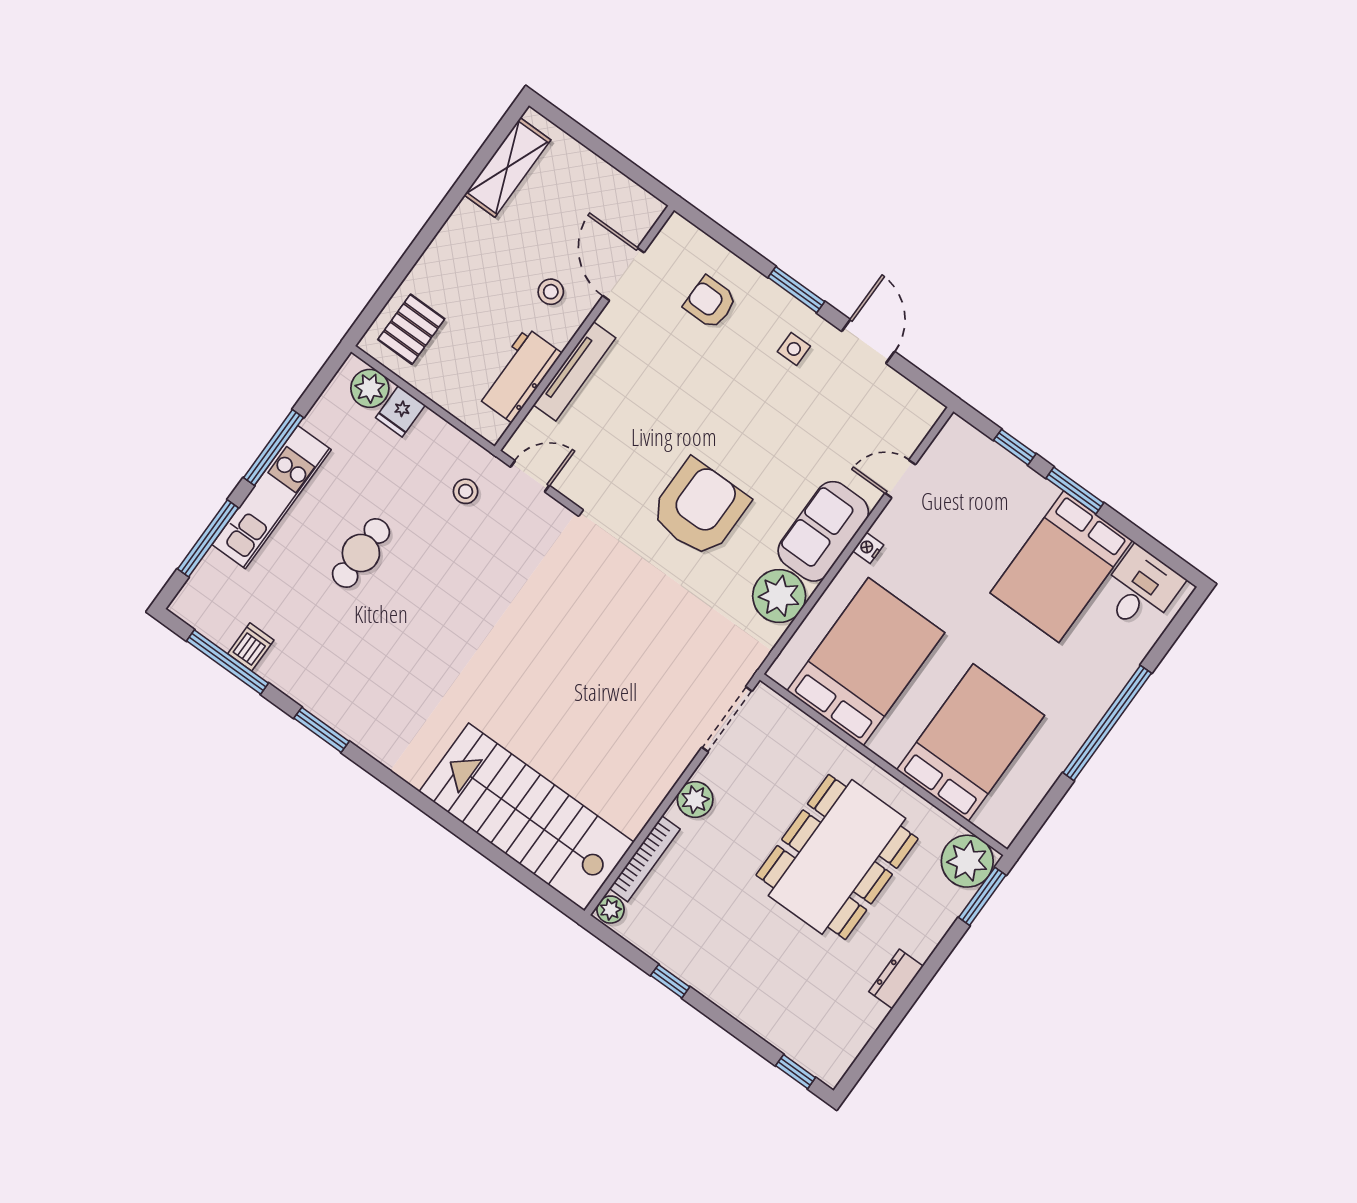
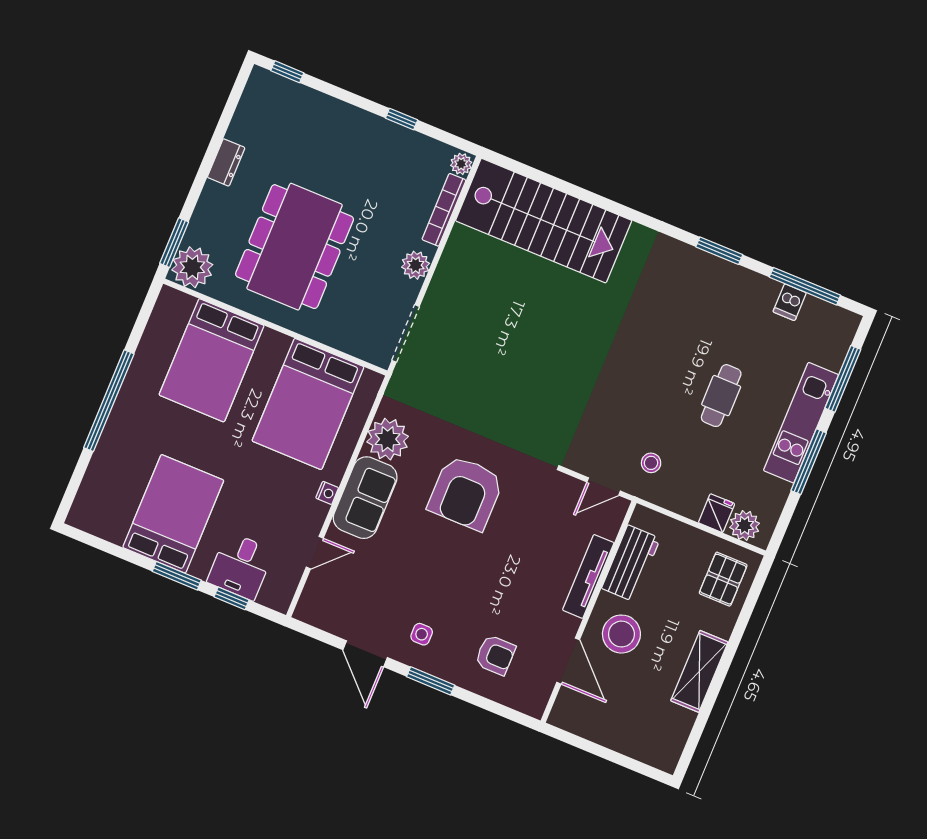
shelving: (507, 167) -> (699, 671), moved
stool: (551, 292) -> (621, 634), width x1.89, depth x1.89
desk: (1141, 589) -> (241, 566), moved

